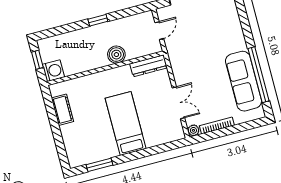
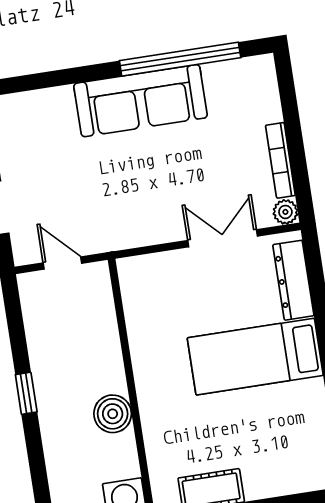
boiler: (116, 55) -> (113, 414), moved
dresser: (149, 66) -> (293, 280), moved, turned 180
sofa: (243, 81) -> (141, 101), moved

